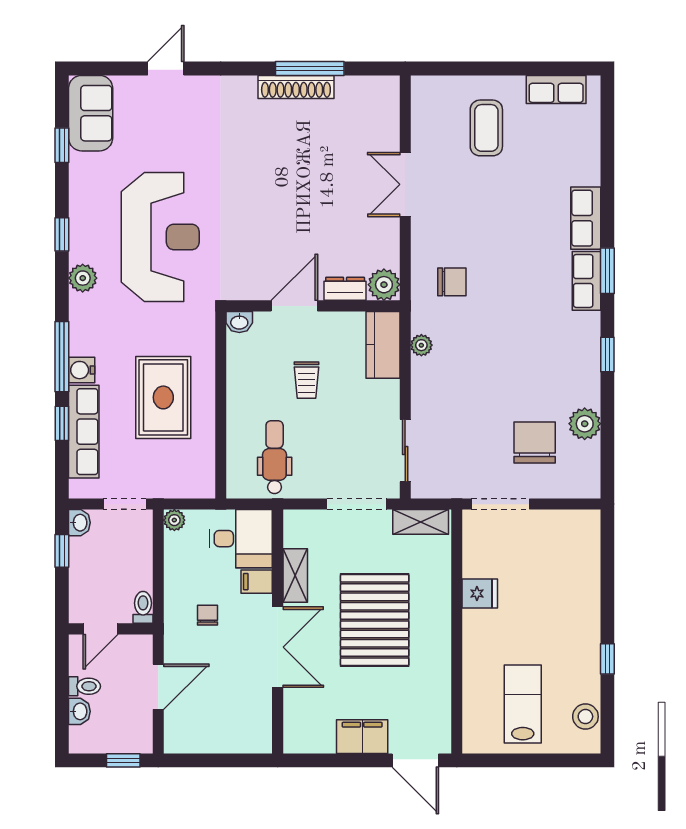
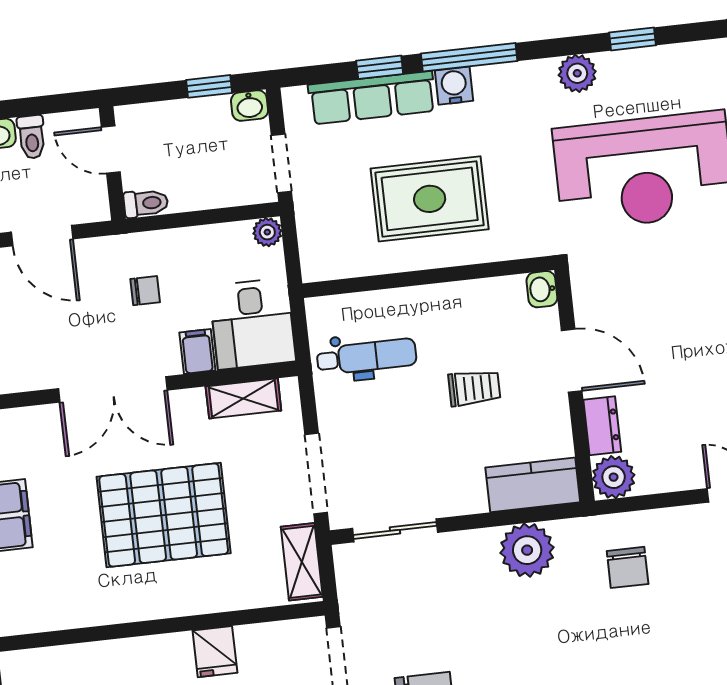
plant: (421, 345) -> (527, 550), width x1.88, depth x1.88
trolley: (307, 380) -> (474, 388), turned 180
shelving: (295, 576) -> (243, 398), moved

